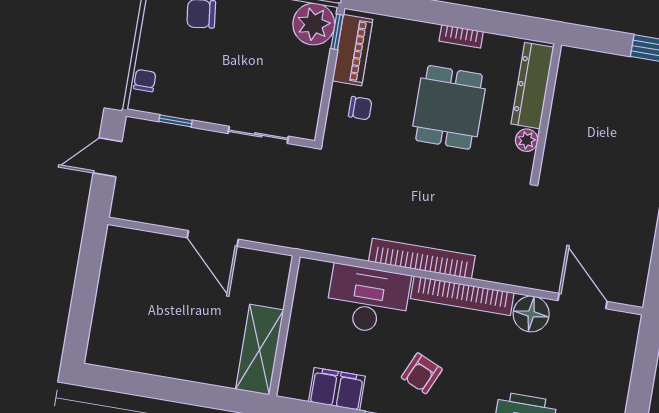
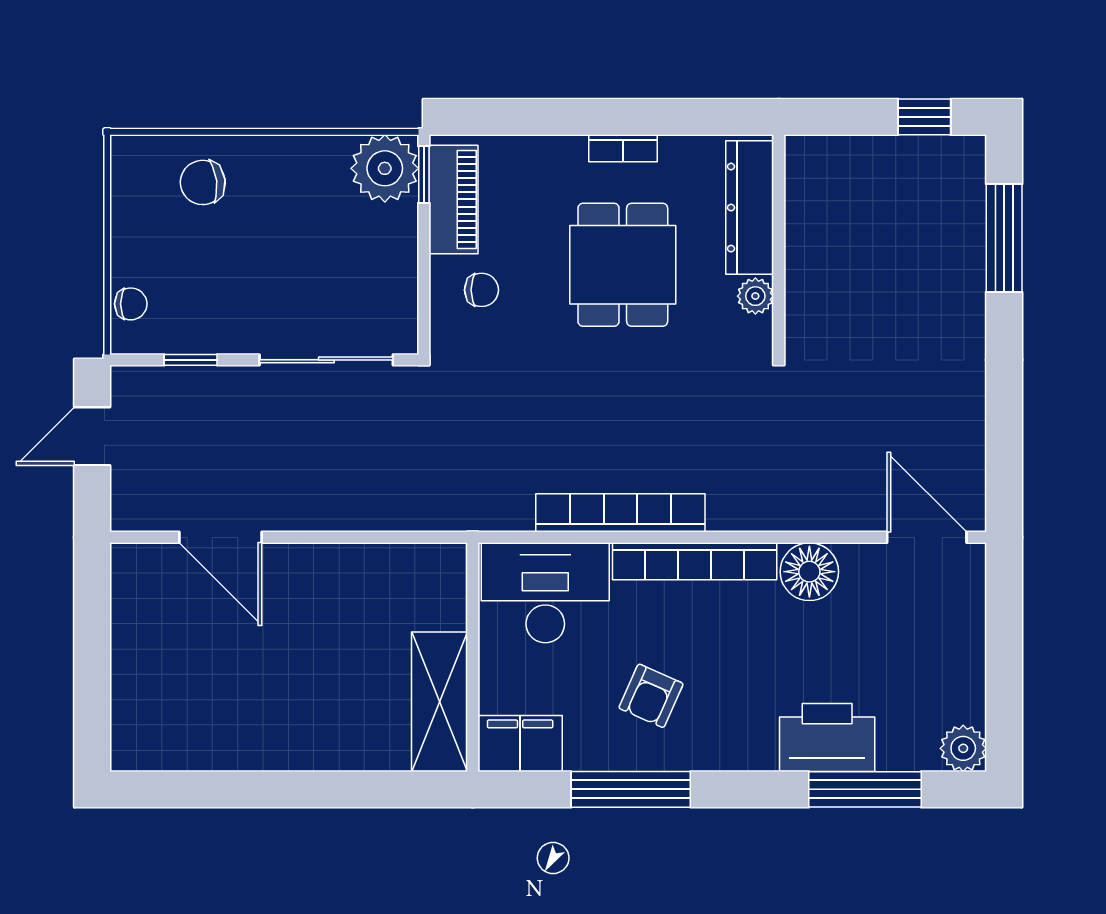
chair: (145, 81) -> (131, 304), turned 90
sliding door: (258, 135) -> (326, 360), width x1.37
door: (213, 238) -> (221, 537), moved
door: (582, 301) -> (927, 537), moved
wall: (284, 326) -> (473, 657), moved
shelving: (260, 350) -> (439, 702), moved

